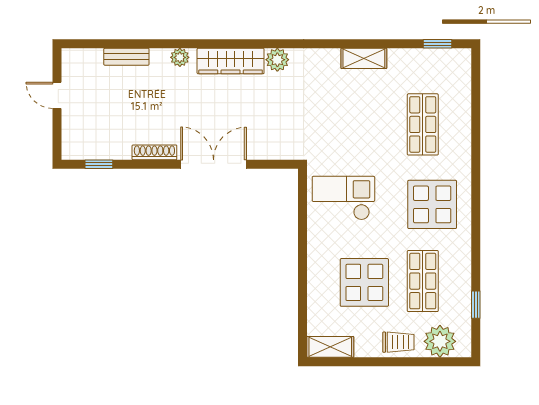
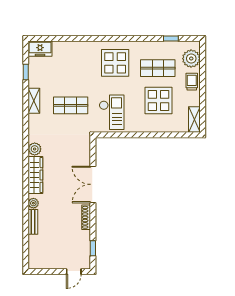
window: (438, 44) -> (26, 72), moved
bench: (126, 57) -> (33, 222), moved
freezer: (458, 69) -> (40, 49), added
door: (57, 95) -> (74, 272), moved
shop shelf: (423, 124) -> (71, 105), moved
checkout: (343, 198) -> (112, 112), turned 180

